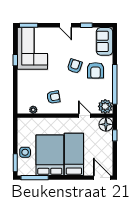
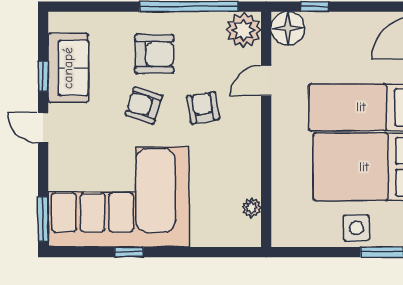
door: (66, 25) -> (43, 128), swing flipped
sofa: (105, 41) -> (68, 68), moved, turned -90
corner sofa: (32, 48) -> (119, 197), width x1.36, depth x1.36
armchair: (53, 97) -> (203, 108), moved

